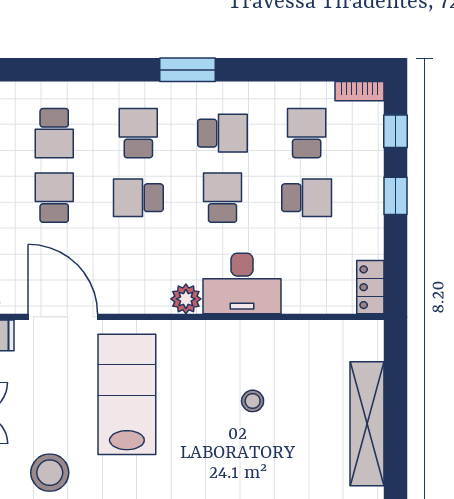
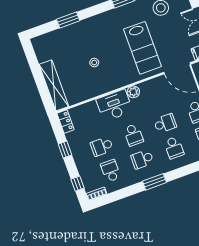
window: (188, 70) -> (154, 182), moved
school desk: (307, 133) -> (111, 171), turned 180
window: (396, 196) -> (65, 150), moved
shelving: (367, 424) -> (54, 85), moved

